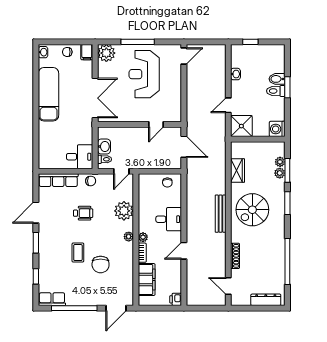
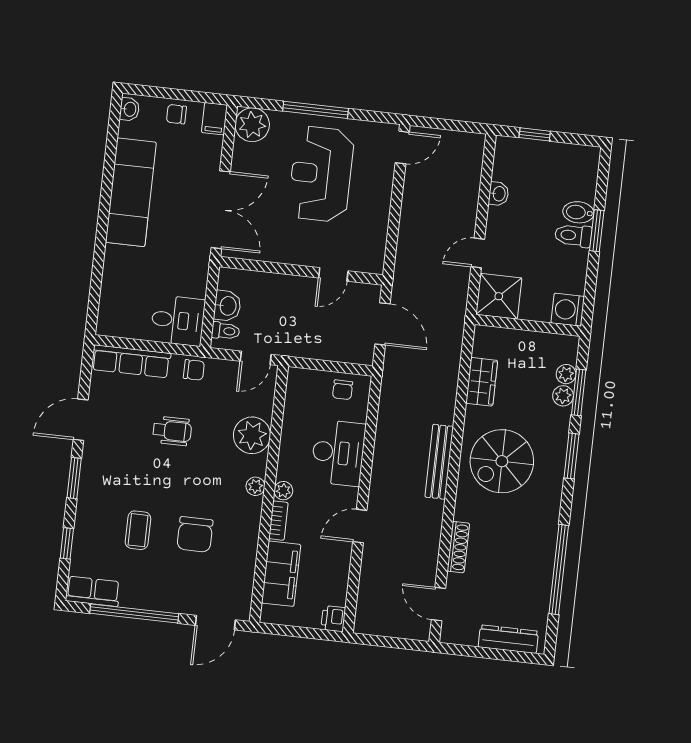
desk: (169, 219) -> (338, 453), width x1.37
coffee table: (78, 253) -> (138, 530), moved

